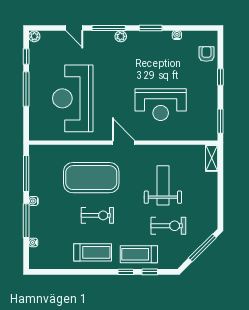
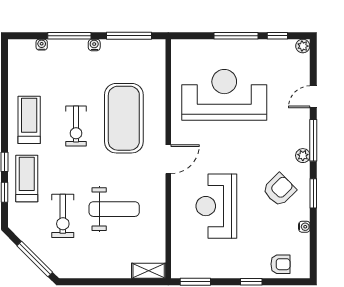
armchair: (148, 55) -> (279, 190), added
treadmill: (93, 252) -> (29, 120), turned 180

